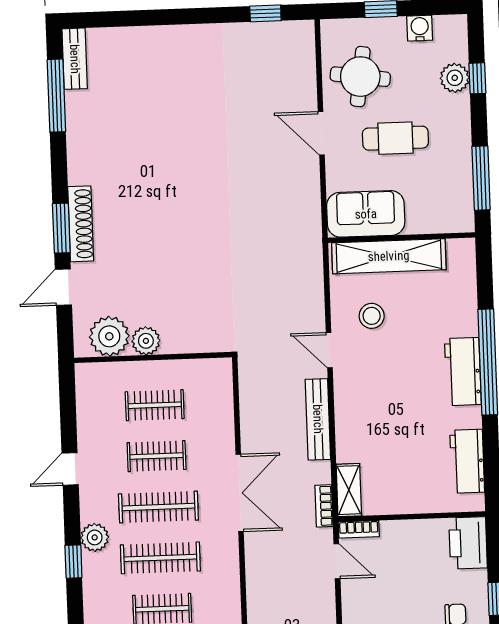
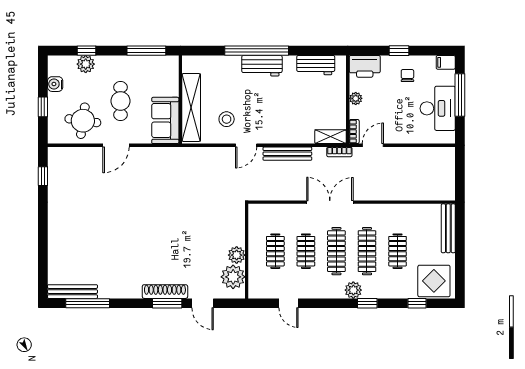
bench: (75, 59) -> (72, 292), width x1.36
door: (70, 469) -> (288, 303), moved
plant: (414, 530) -> (356, 98), added

